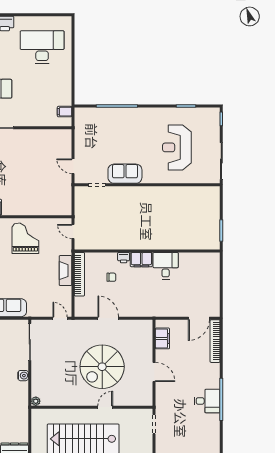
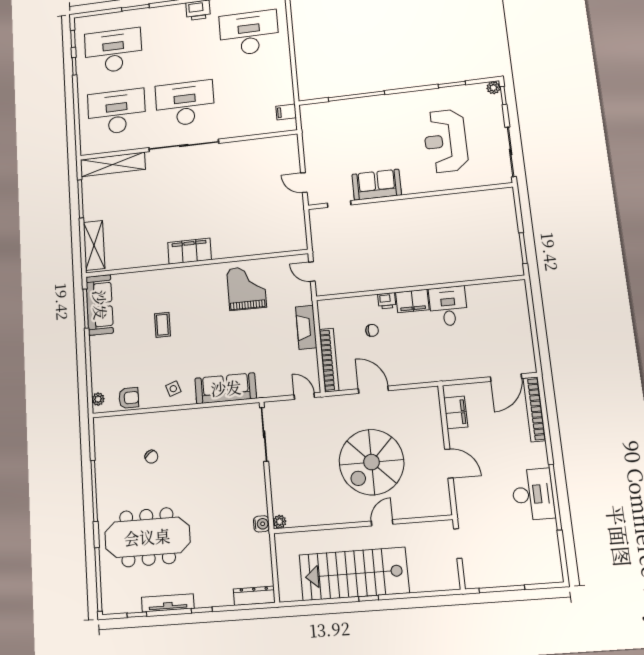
plant: (215, 112) -> (493, 88), added
bookcase: (79, 274) -> (329, 360), moved
water cooler: (23, 376) -> (261, 524), moved
desk: (207, 401) -> (533, 494), width x1.37

